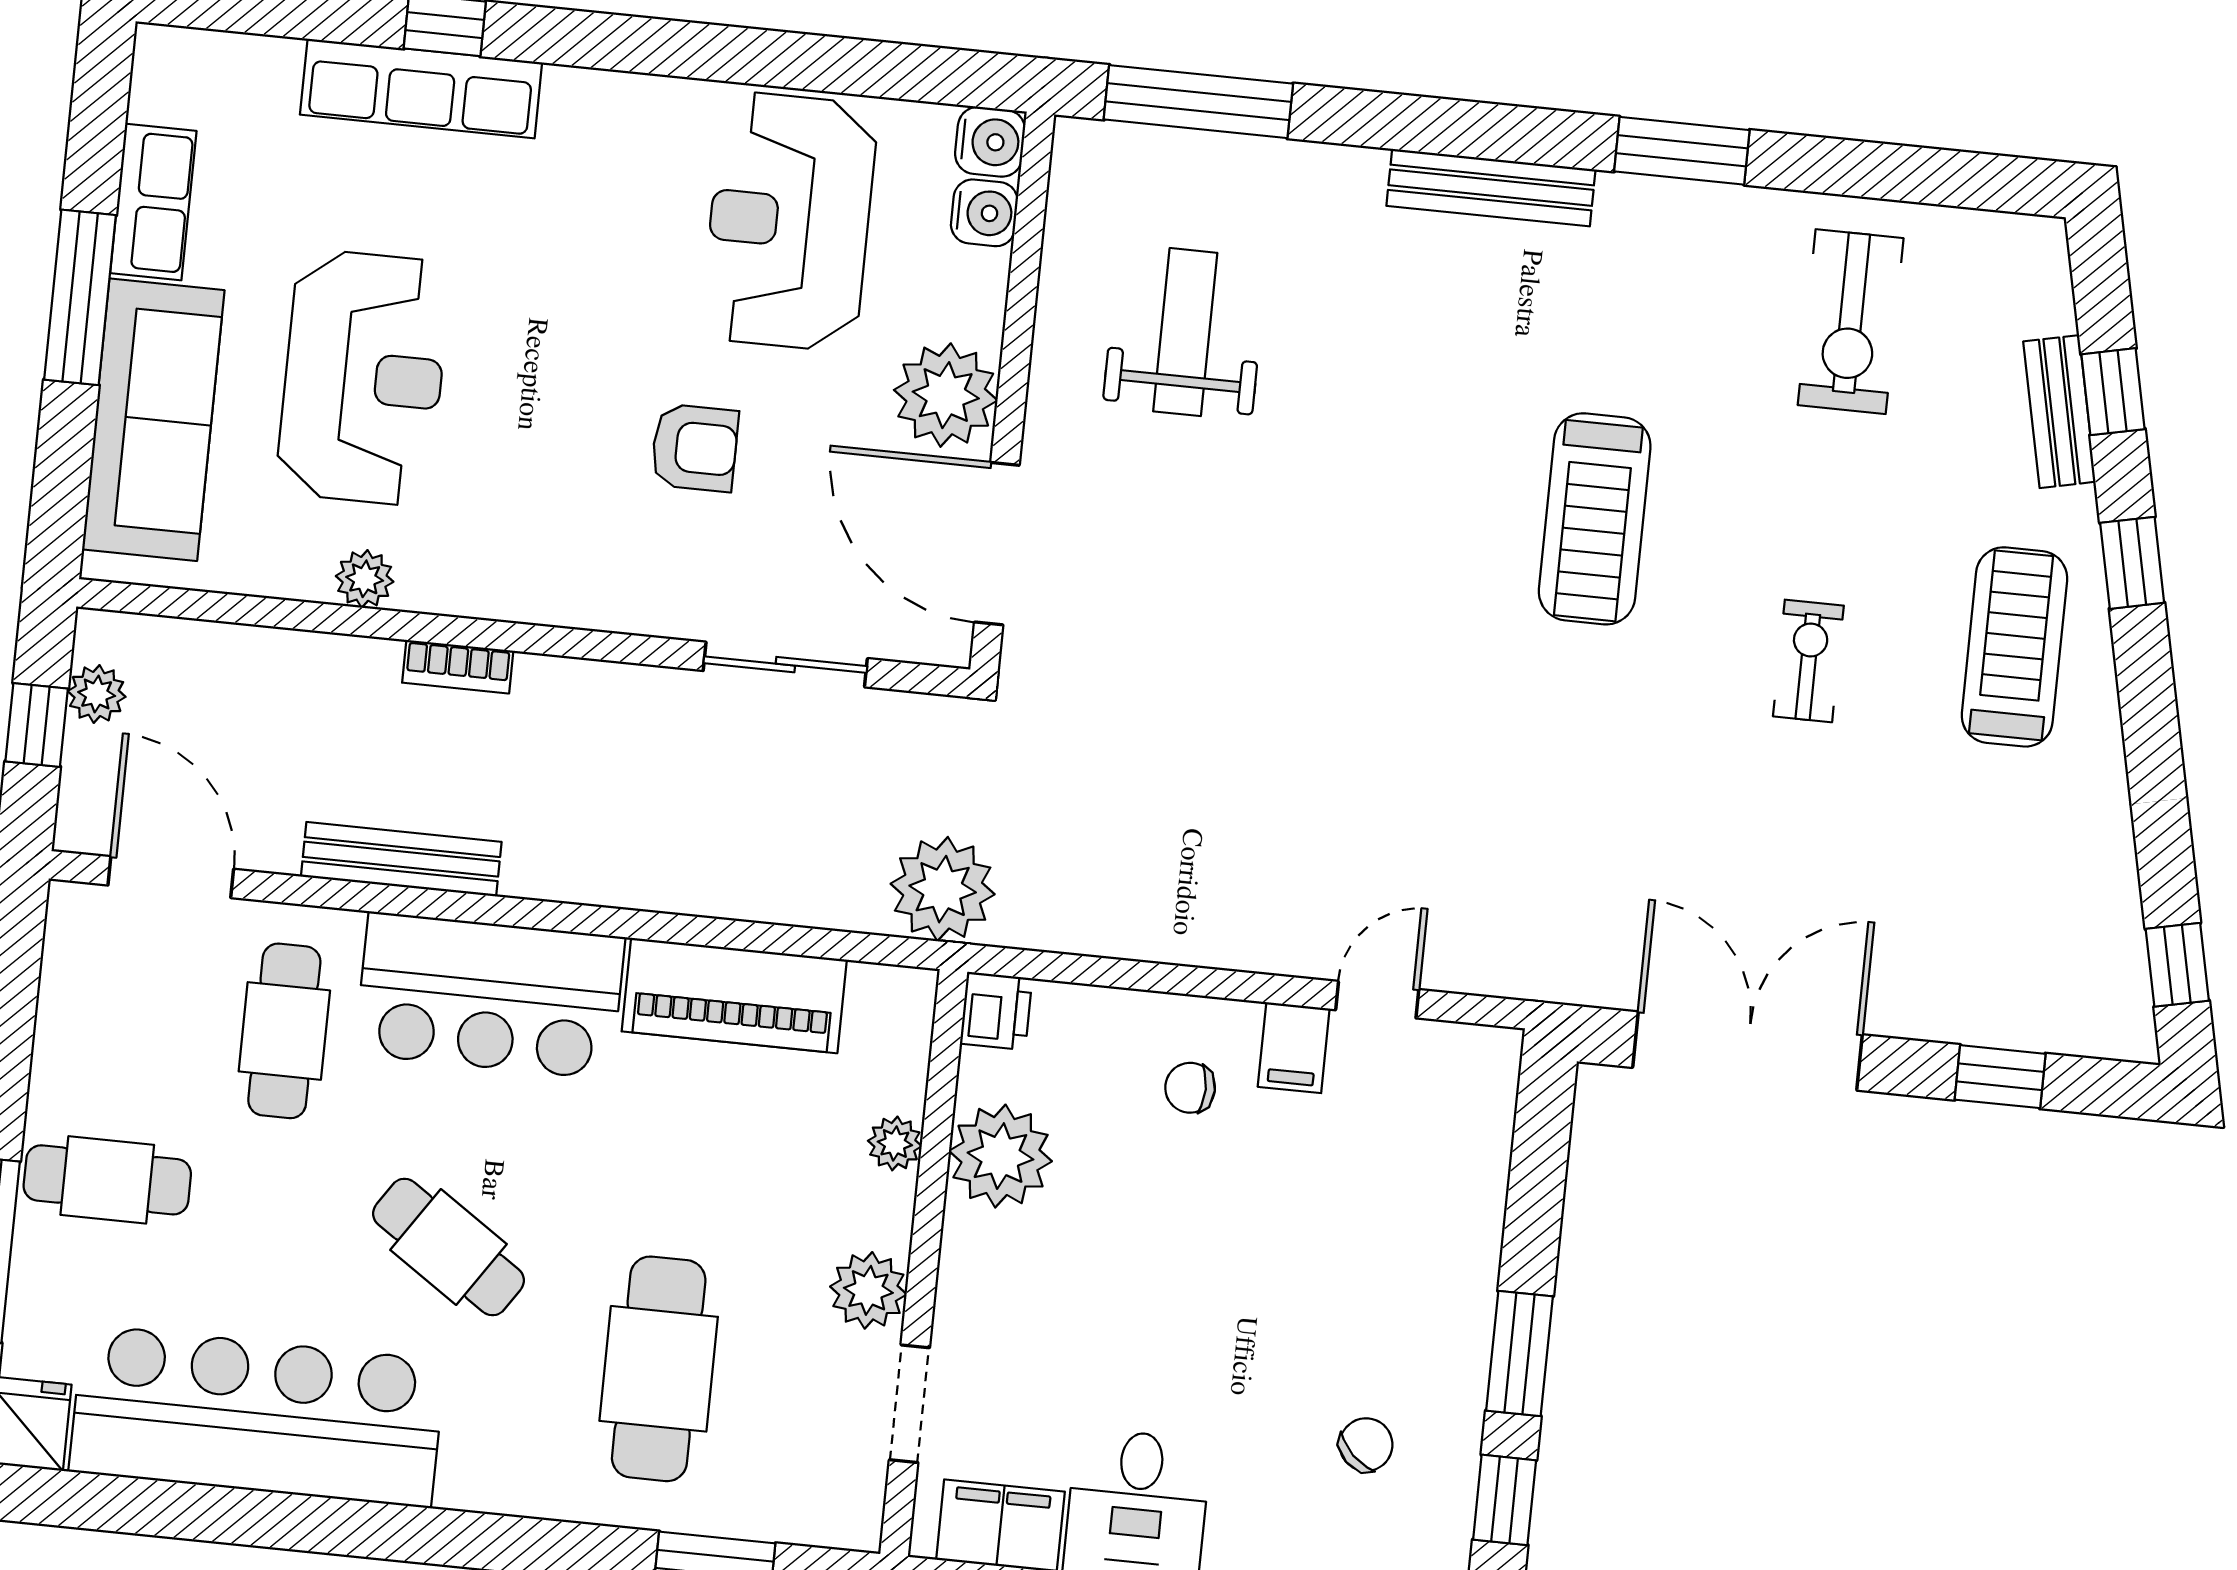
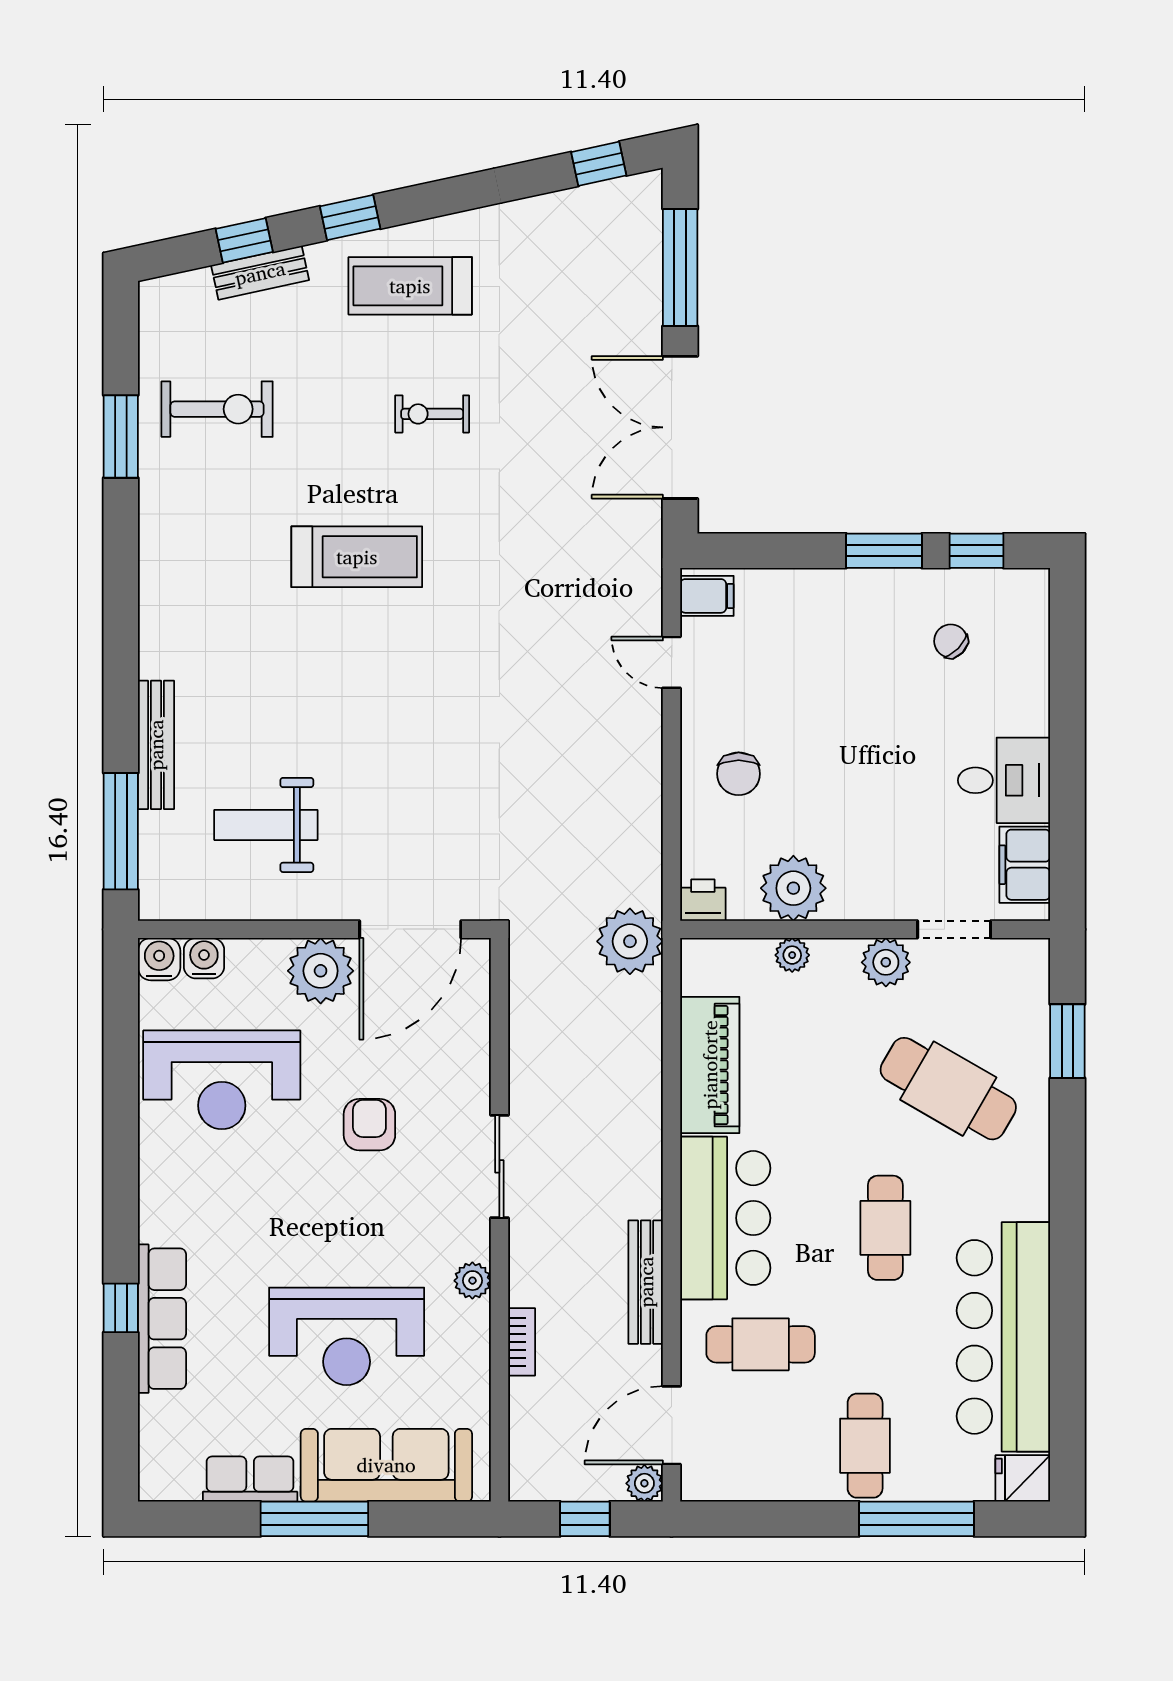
window: (1682, 151) -> (121, 436), moved
bench: (1491, 188) -> (156, 745), moved
reception desk: (363, 378) -> (347, 1336), turned 180
plant: (365, 579) -> (472, 1281), moved
sliding door: (785, 665) -> (499, 1166), moved
bookcase: (458, 667) -> (522, 1342), moved
plant: (97, 694) -> (644, 1483), moved
filing cabinet: (1294, 1048) -> (707, 596), moved
window: (2000, 1077) -> (680, 268), width x2.17
chair: (1190, 1088) -> (739, 774), width x1.37, depth x1.37
cafe table: (448, 1247) -> (885, 1228), turned -34
cafe table: (659, 1369) -> (948, 1089), turned 30

